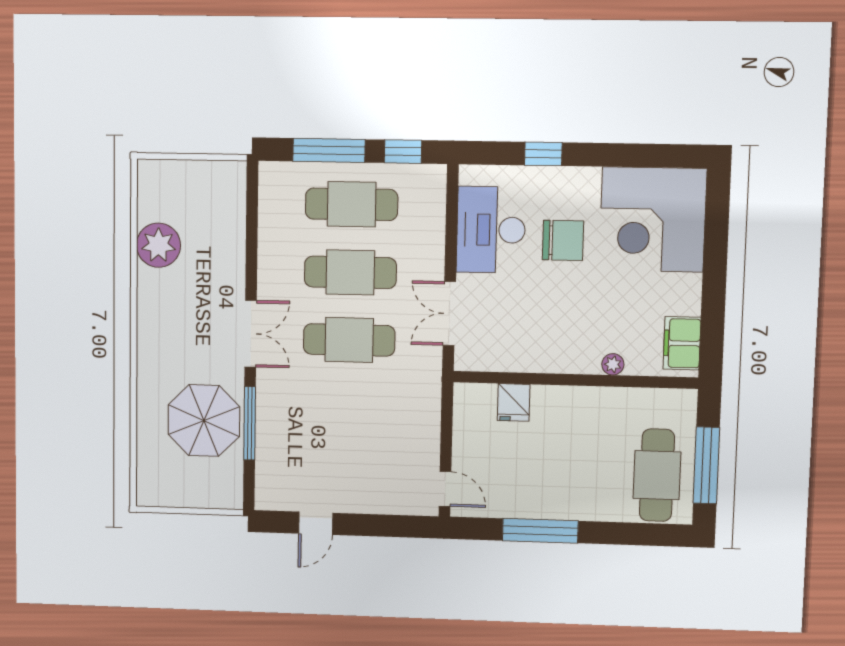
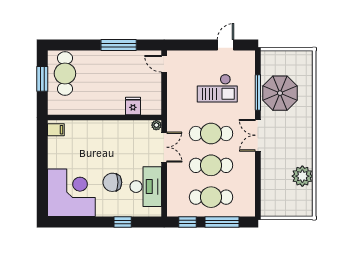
filing cabinet: (682, 343) -> (56, 130), width x0.50
plant: (613, 364) -> (156, 125), moved
checkout: (334, 435) -> (217, 88), added
window: (706, 465) -> (42, 79), width x0.69

